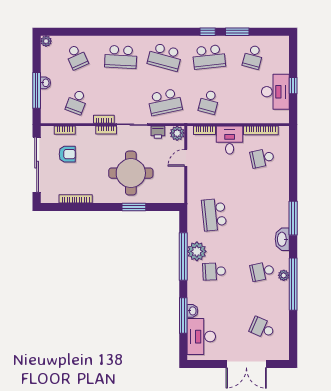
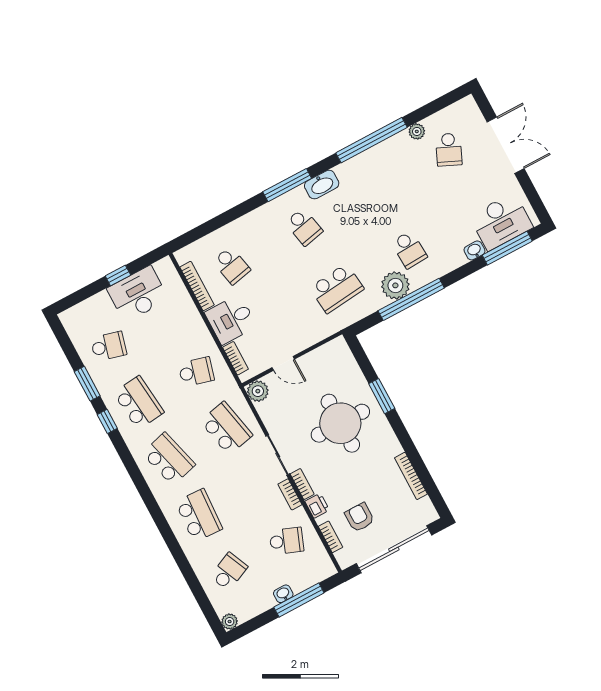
school desk: (165, 57) -> (169, 459), turned -30
printer: (158, 132) -> (317, 506), moved
school desk: (262, 271) -> (304, 227), moved
plant: (284, 275) -> (417, 131), moved
window: (183, 316) -> (507, 248), moved

